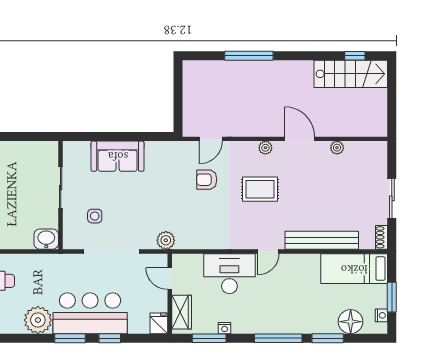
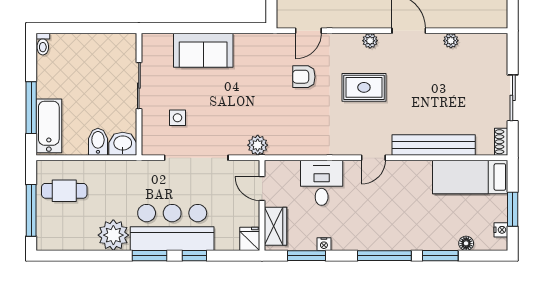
bidet: (24, 237) -> (98, 142), added
desk: (229, 274) -> (322, 183), width x0.73
floor lamp: (351, 322) -> (466, 243), width x0.53, depth x0.53

